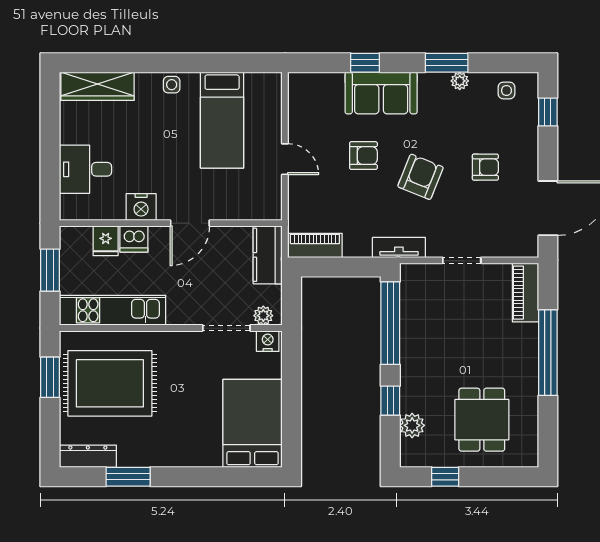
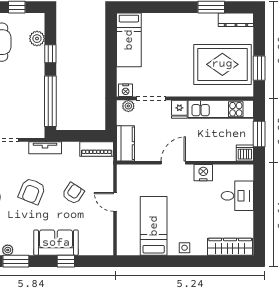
armchair: (363, 156) -> (73, 193), moved, turned 123
dishwasher: (134, 239) -> (245, 153), moved
fridge: (106, 241) -> (179, 109), moved, turned 180
bed: (252, 423) -> (129, 40), width x0.67

